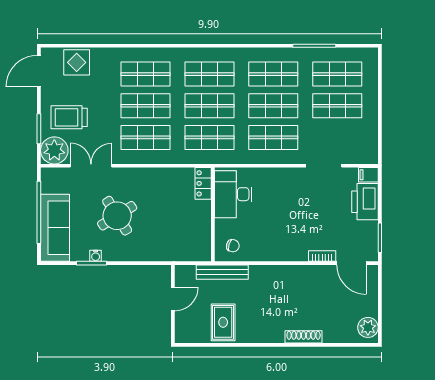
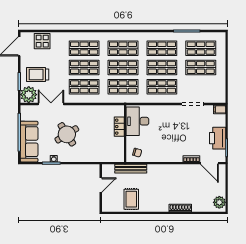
locker: (203, 183) -> (119, 127), moved
printer: (365, 202) -> (218, 138), moved

